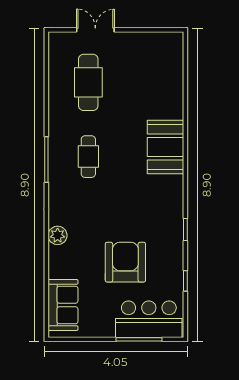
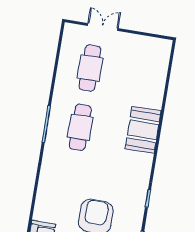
cafe table: (88, 157) -> (80, 127), width x1.37, depth x1.35
plant: (58, 235) -> (45, 186), removed

